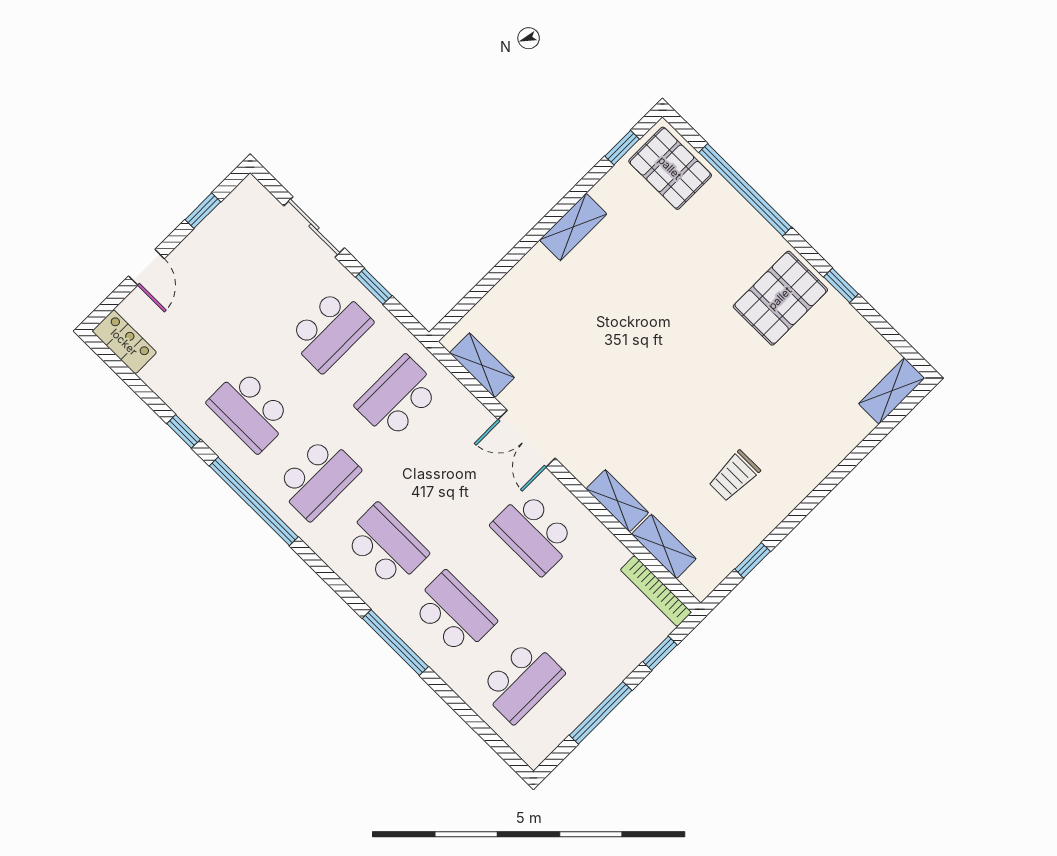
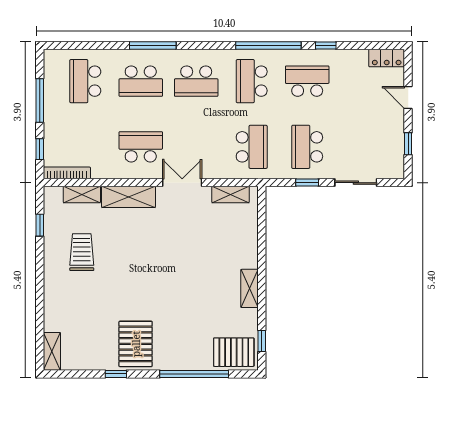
trolley: (734, 476) -> (82, 252), width x1.36, depth x1.39
shelving: (617, 501) -> (129, 197), width x1.50, depth x1.33

